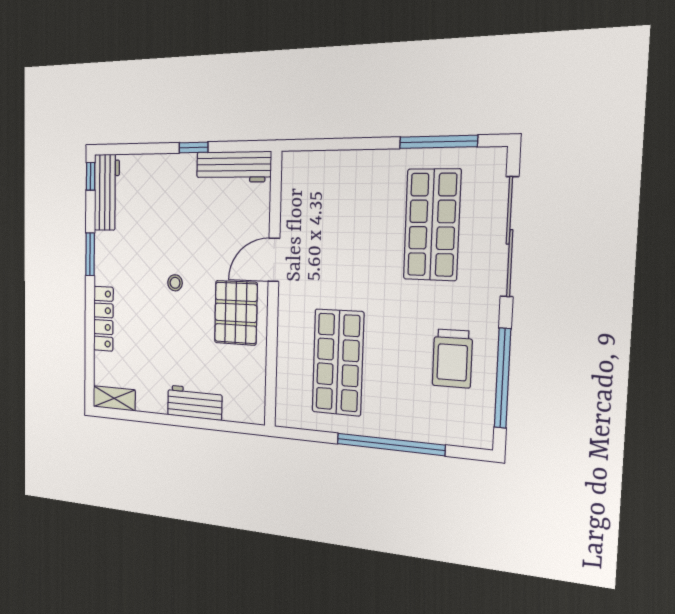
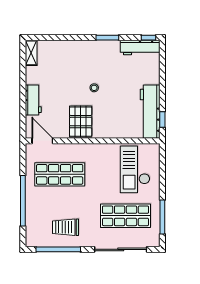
window: (194, 147) -> (162, 120), moved
workbench: (234, 167) -> (150, 112), width x1.36, depth x1.32
checkout: (333, 203) -> (135, 169), added
door: (274, 260) -> (42, 141), moved
pallet: (236, 313) -> (81, 122), turned 90
locker: (103, 319) -> (73, 46), removed

